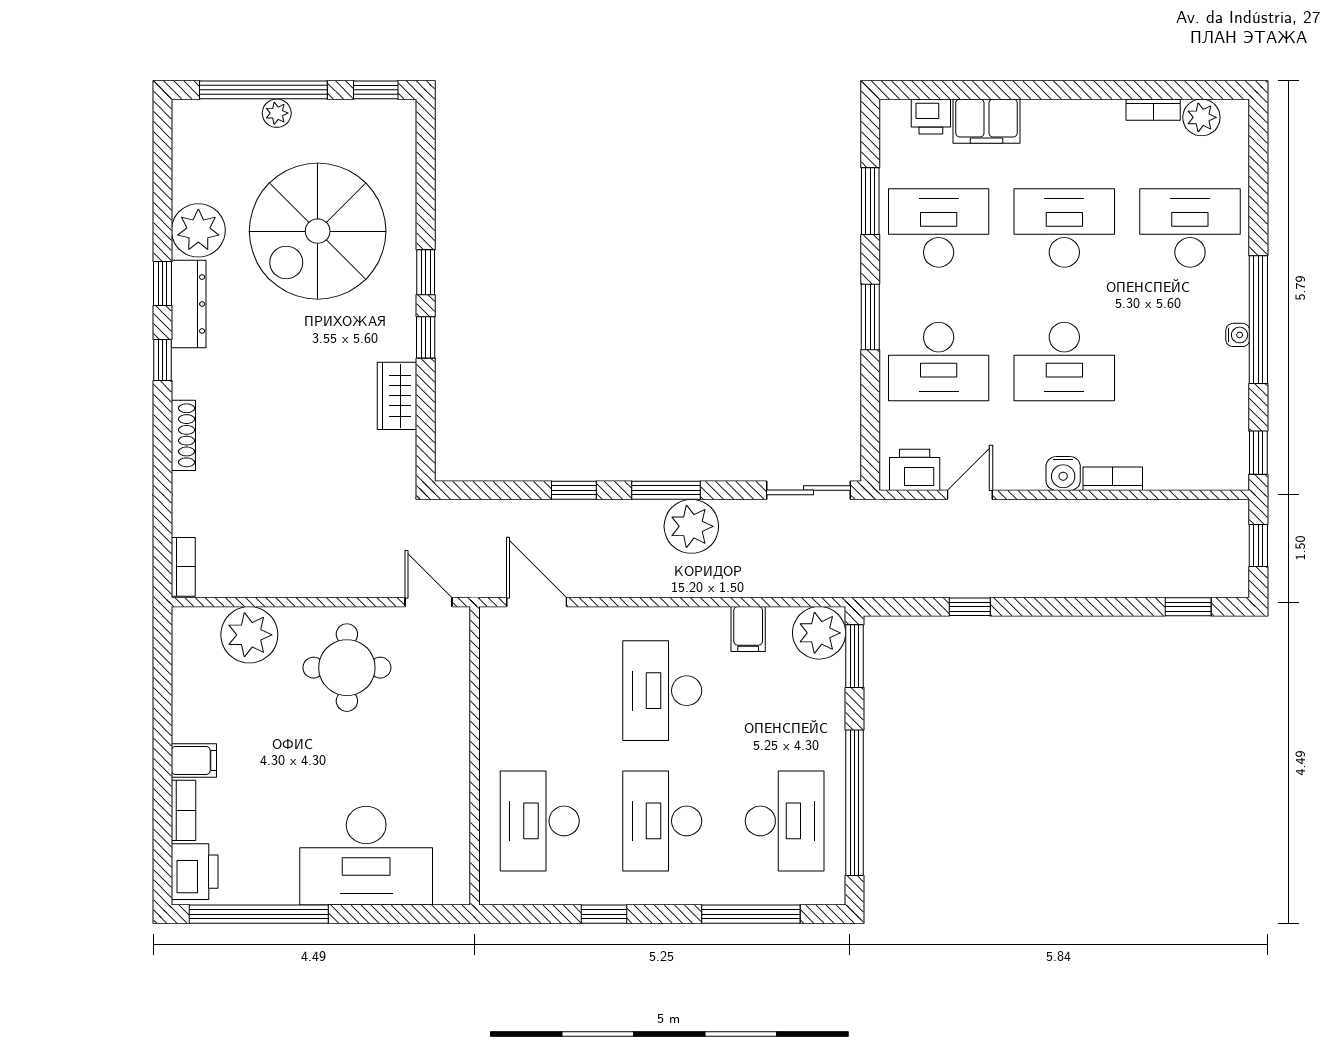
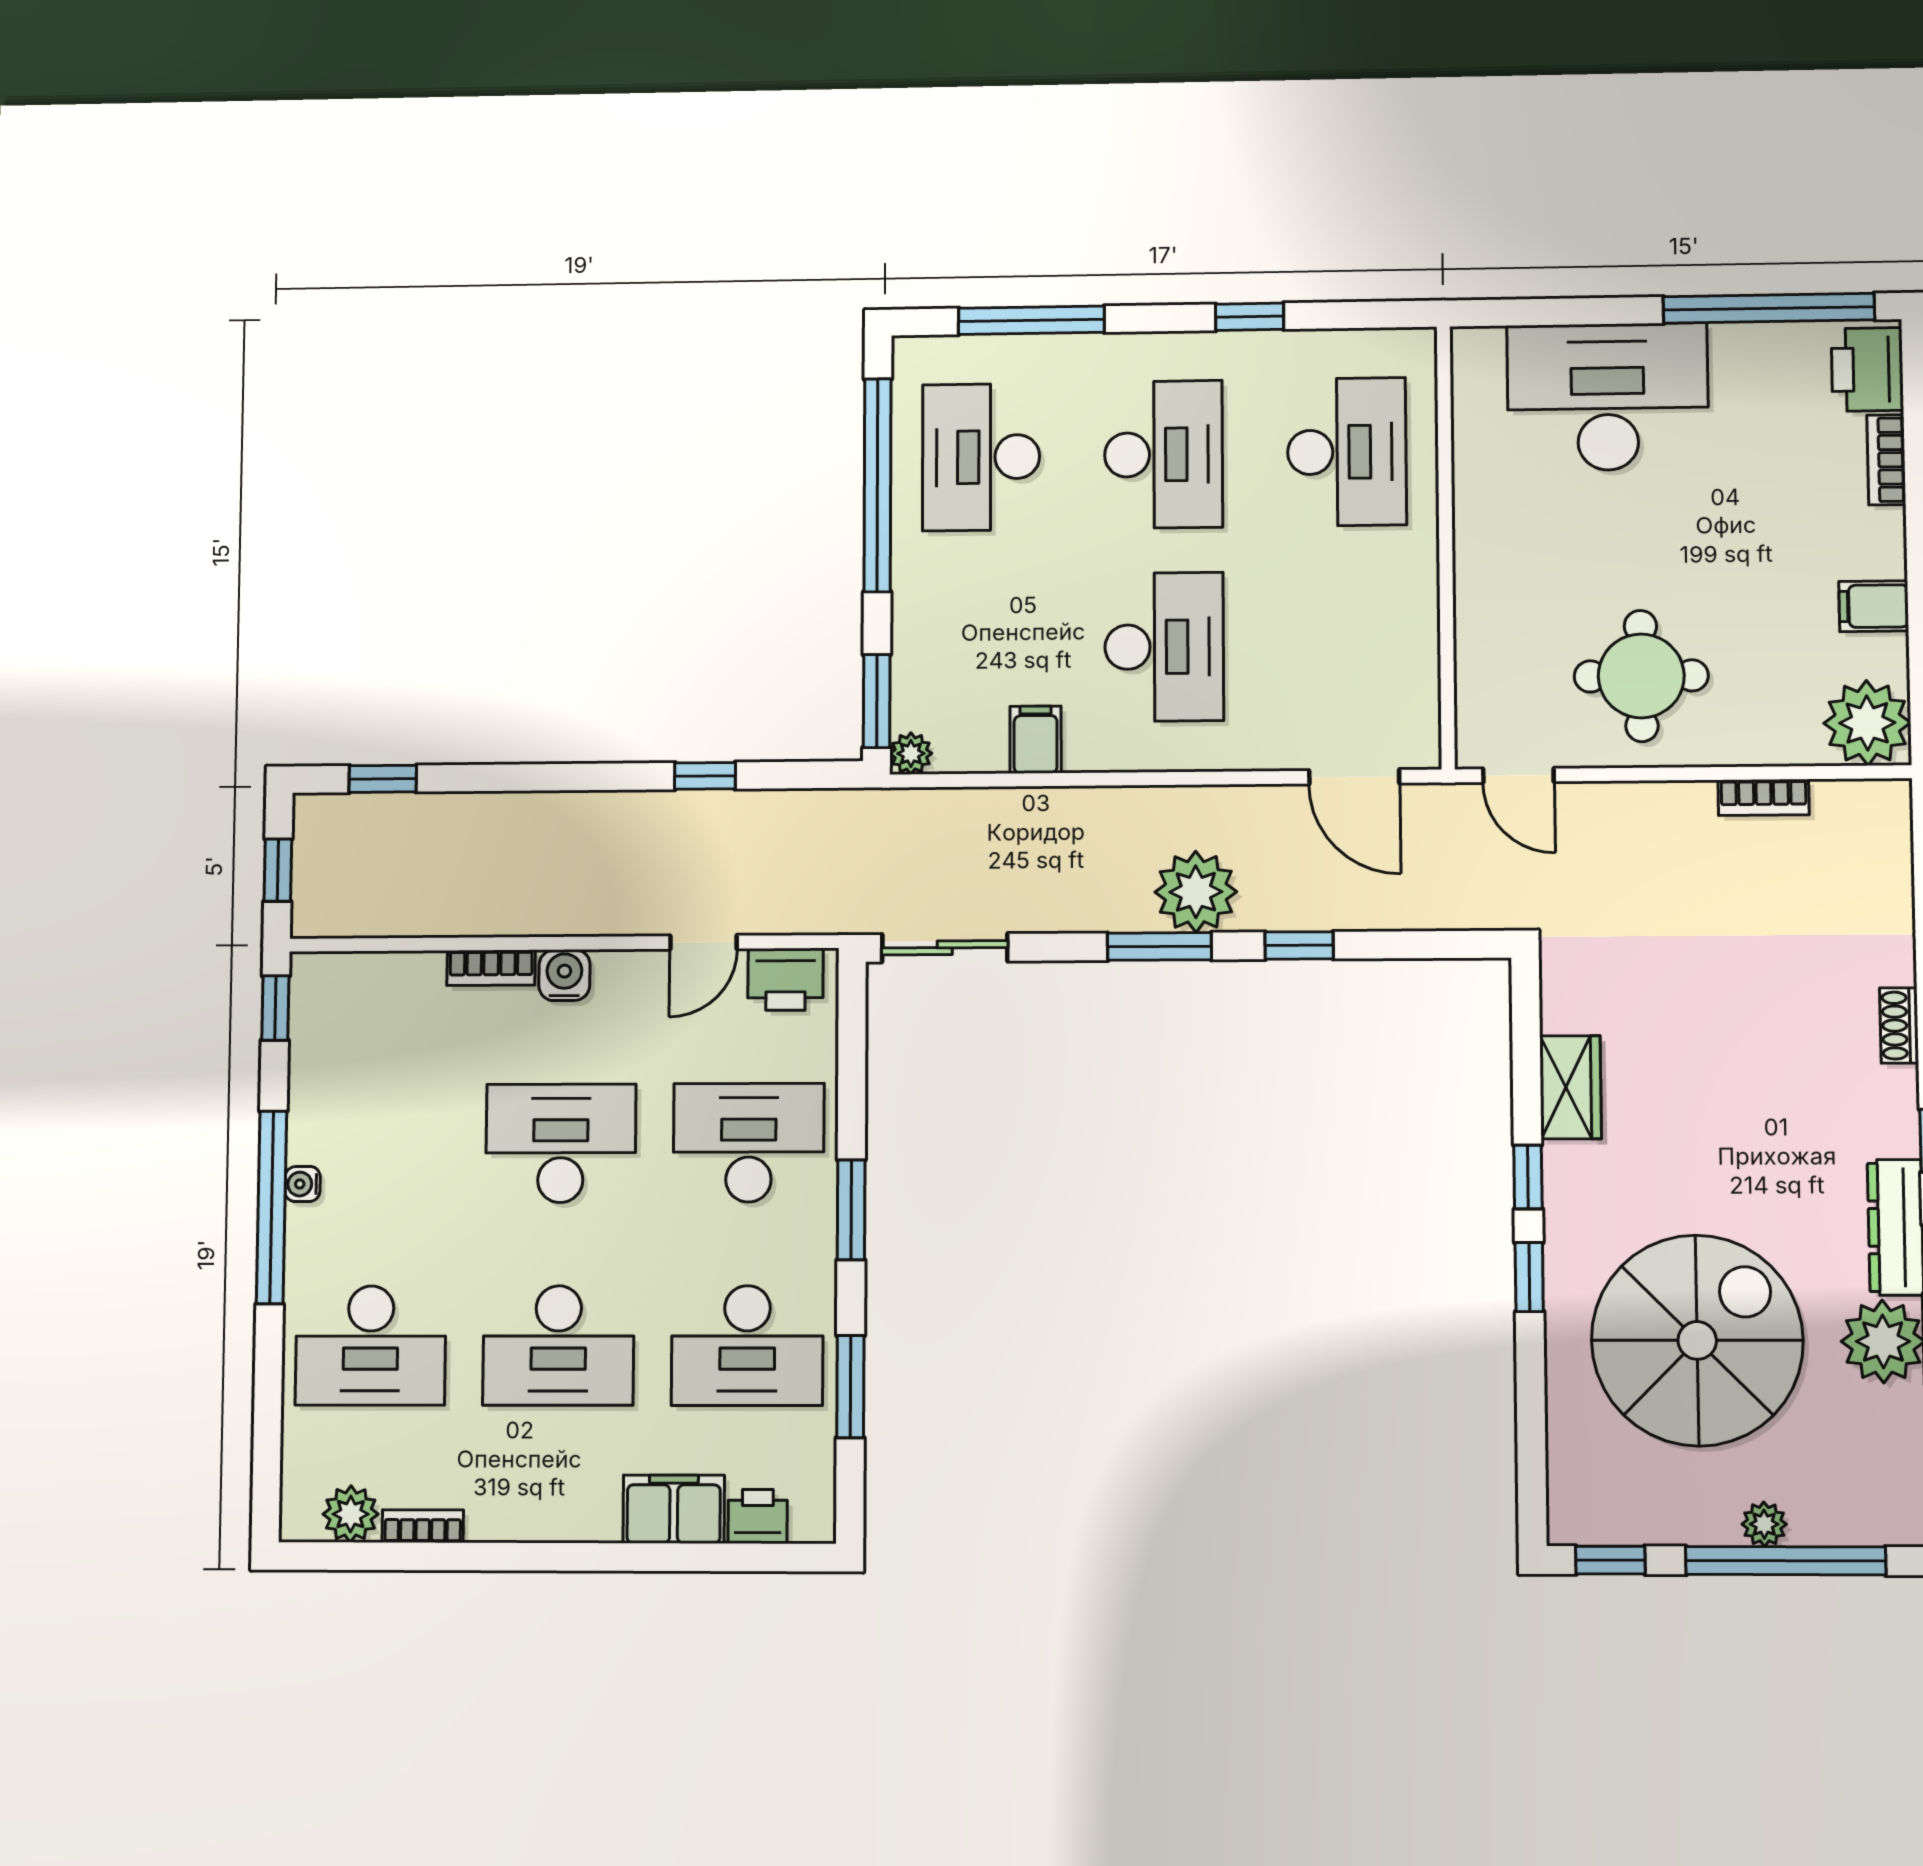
shoe rack: (183, 435) -> (1899, 1026), width x0.70
plant: (691, 526) -> (1196, 892), moved
bookcase: (183, 567) -> (1764, 797), moved, turned -90
plant: (819, 633) -> (911, 754), width x0.53, depth x0.53
plant: (249, 635) -> (1867, 723), moved
filing cabinet: (194, 761) -> (1874, 606), moved

